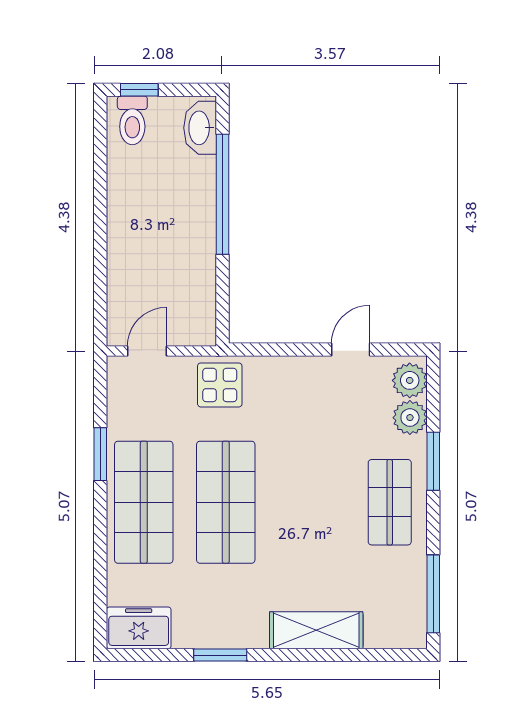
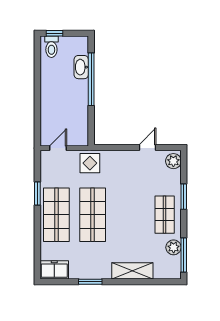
washbasin: (200, 128) -> (81, 67), moved
plant: (410, 418) -> (174, 247), moved

